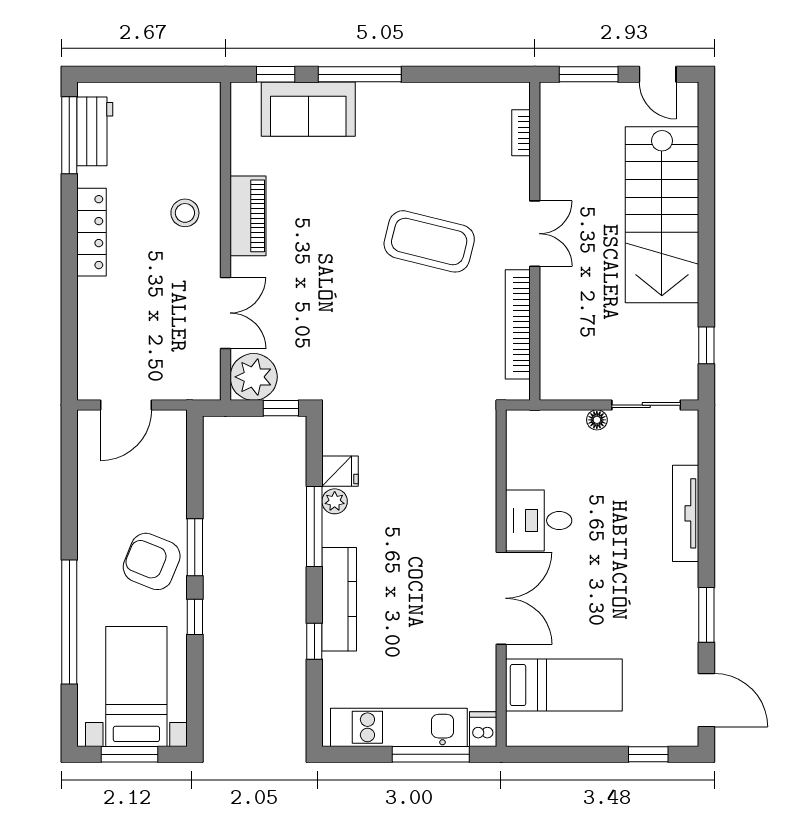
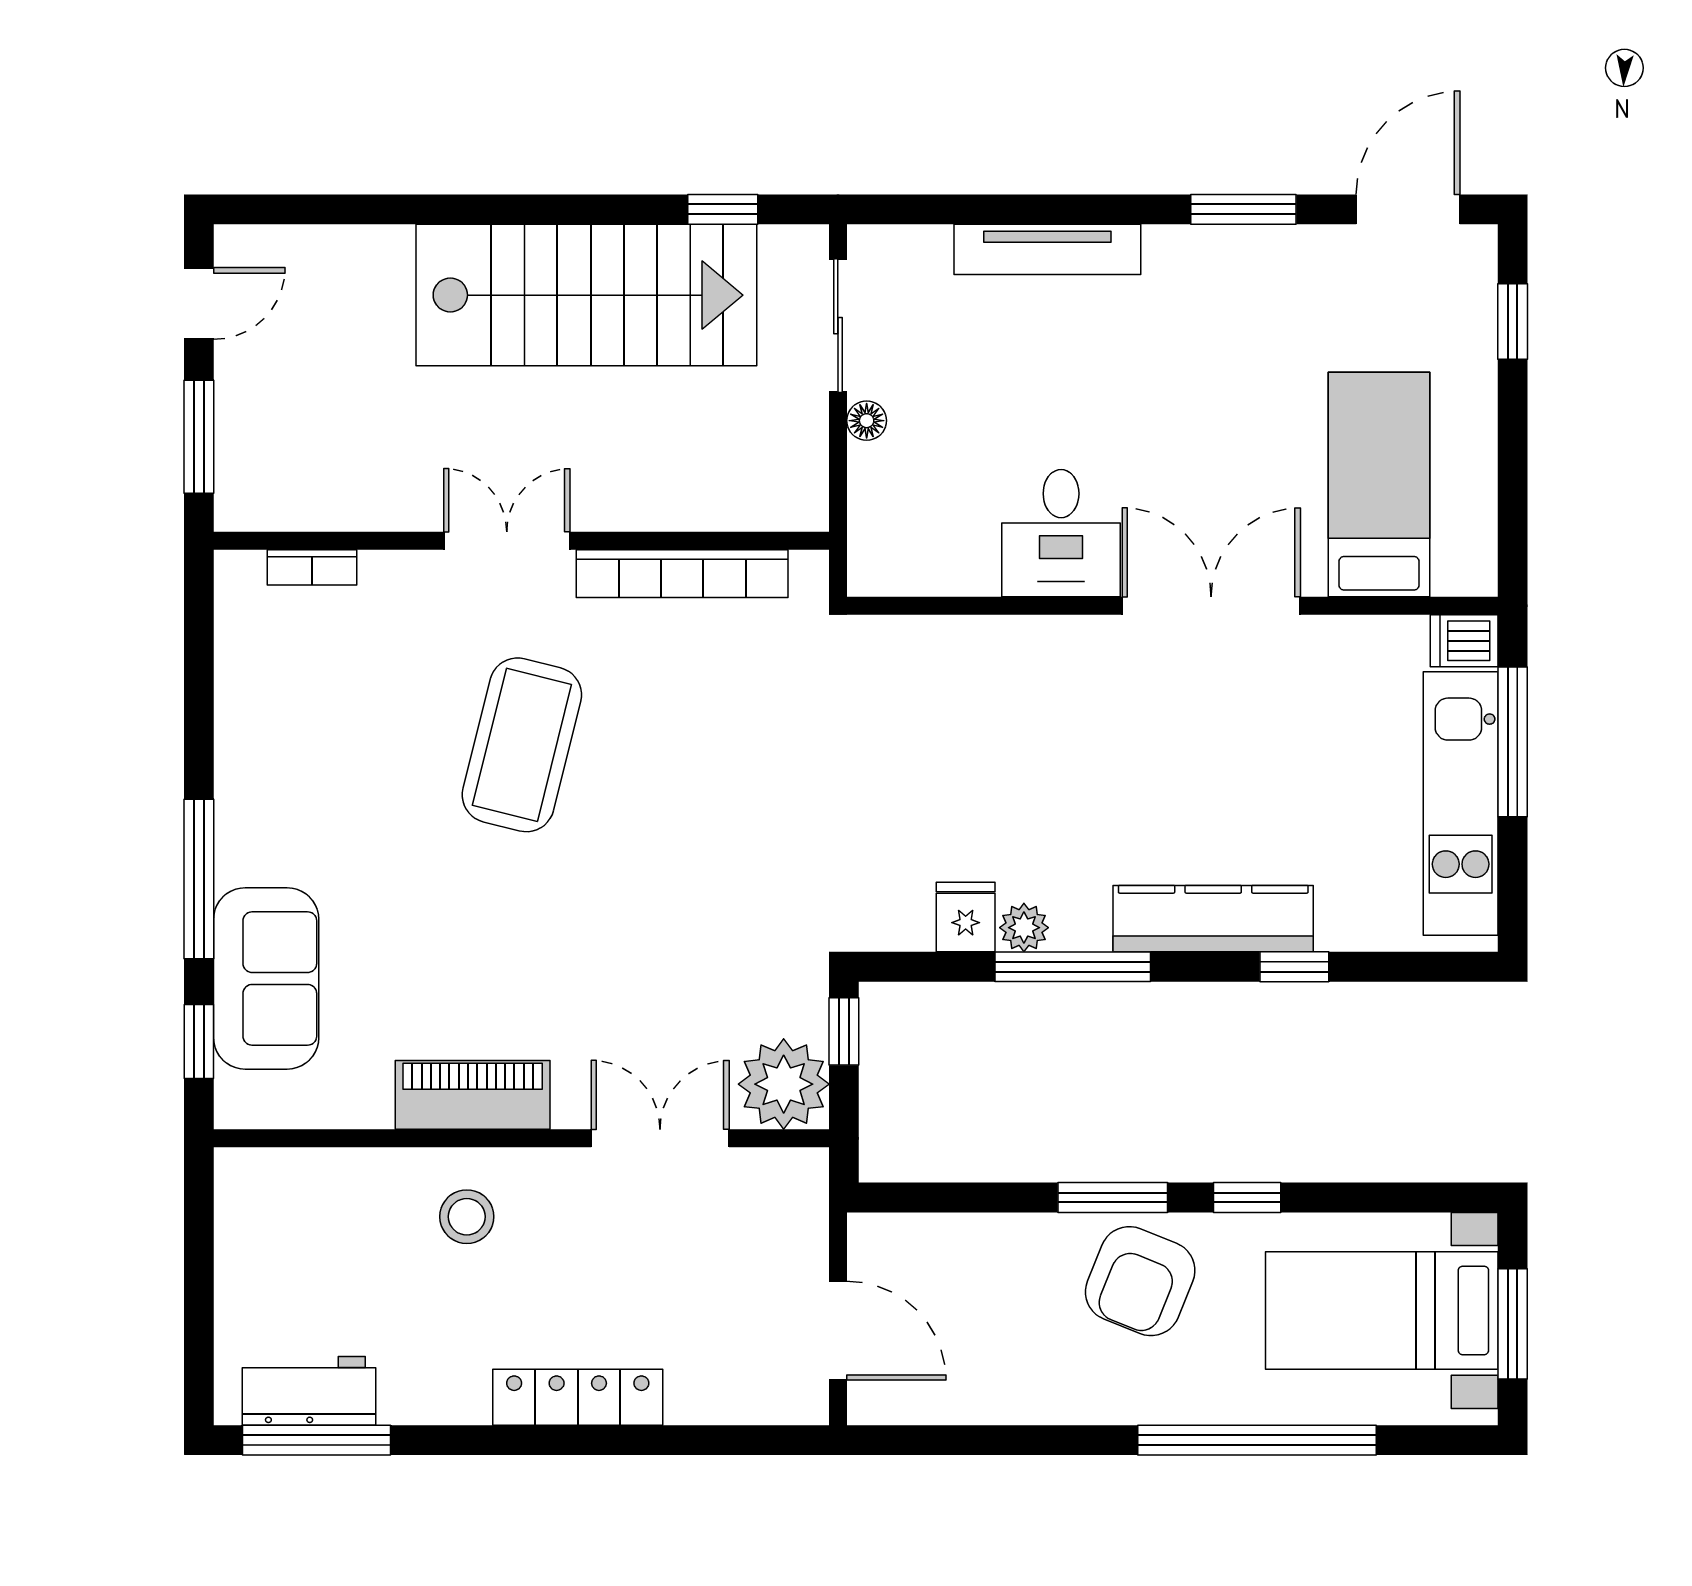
stairs: (662, 215) -> (586, 295), moved
locker: (92, 232) -> (578, 1397), moved

